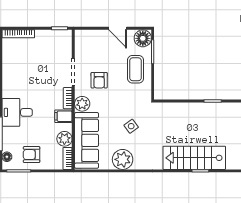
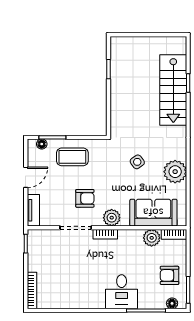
tv unit: (89, 35) -> (33, 210), added
floor lamp: (143, 38) -> (42, 144), width x0.53, depth x0.53
filing cabinet: (63, 116) -> (126, 239), removed
sofa: (87, 140) -> (153, 213), width x0.73
armchair: (32, 155) -> (170, 275), turned 90

